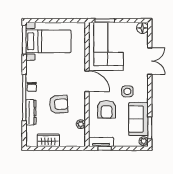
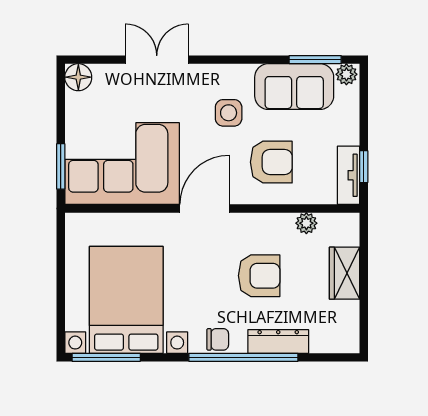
bed with nightstands: (48, 41) -> (126, 300), width x1.36
armchair: (59, 104) -> (259, 276), turned 93
wardrobe: (48, 140) -> (345, 273), moved

